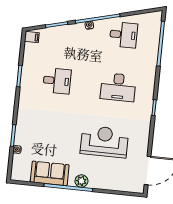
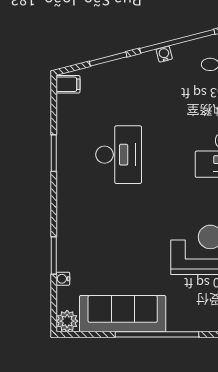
desk: (57, 81) -> (119, 155), width x1.37
sofa: (50, 173) -> (123, 314), width x1.36
plant: (81, 181) -> (67, 321), moved

